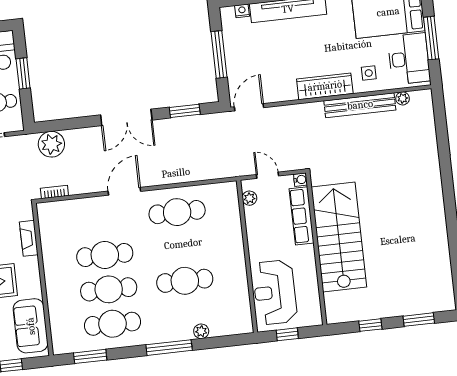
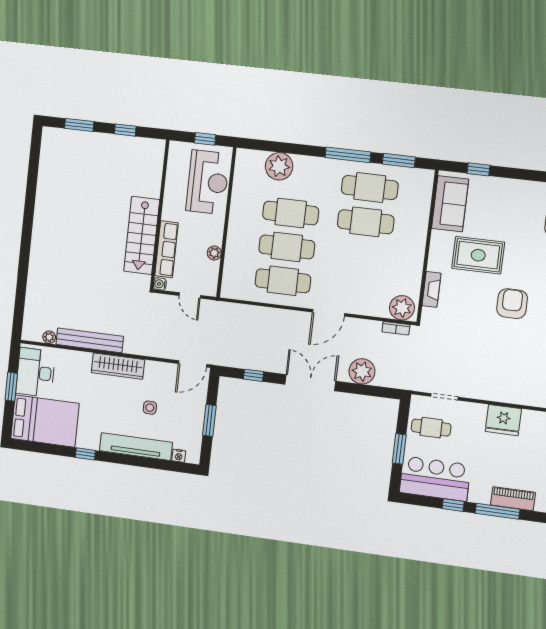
window: (431, 38) -> (11, 387), width x0.69
window: (219, 54) -> (209, 420), width x0.69
side table: (369, 73) -> (150, 408), moved
window: (185, 111) -> (254, 375), width x0.67
plant: (51, 144) -> (362, 371), moved
plant: (249, 198) -> (214, 253), moved
plant: (53, 213) -> (402, 308), added
stairs: (339, 237) -> (142, 235), width x0.73, depth x0.66
cafe table: (105, 255) -> (287, 247), moved
plant: (201, 331) -> (279, 166), width x1.88, depth x1.88
window: (169, 348) -> (348, 155), moved

